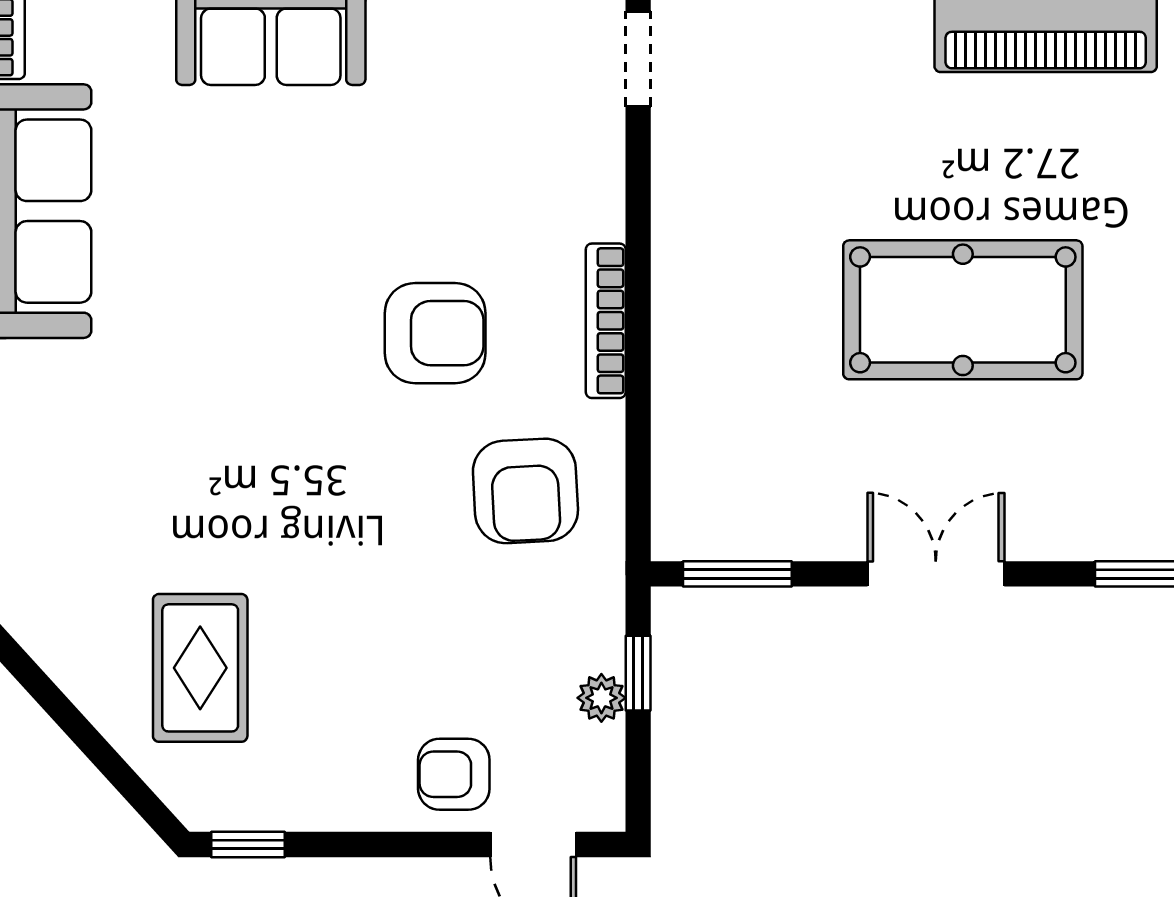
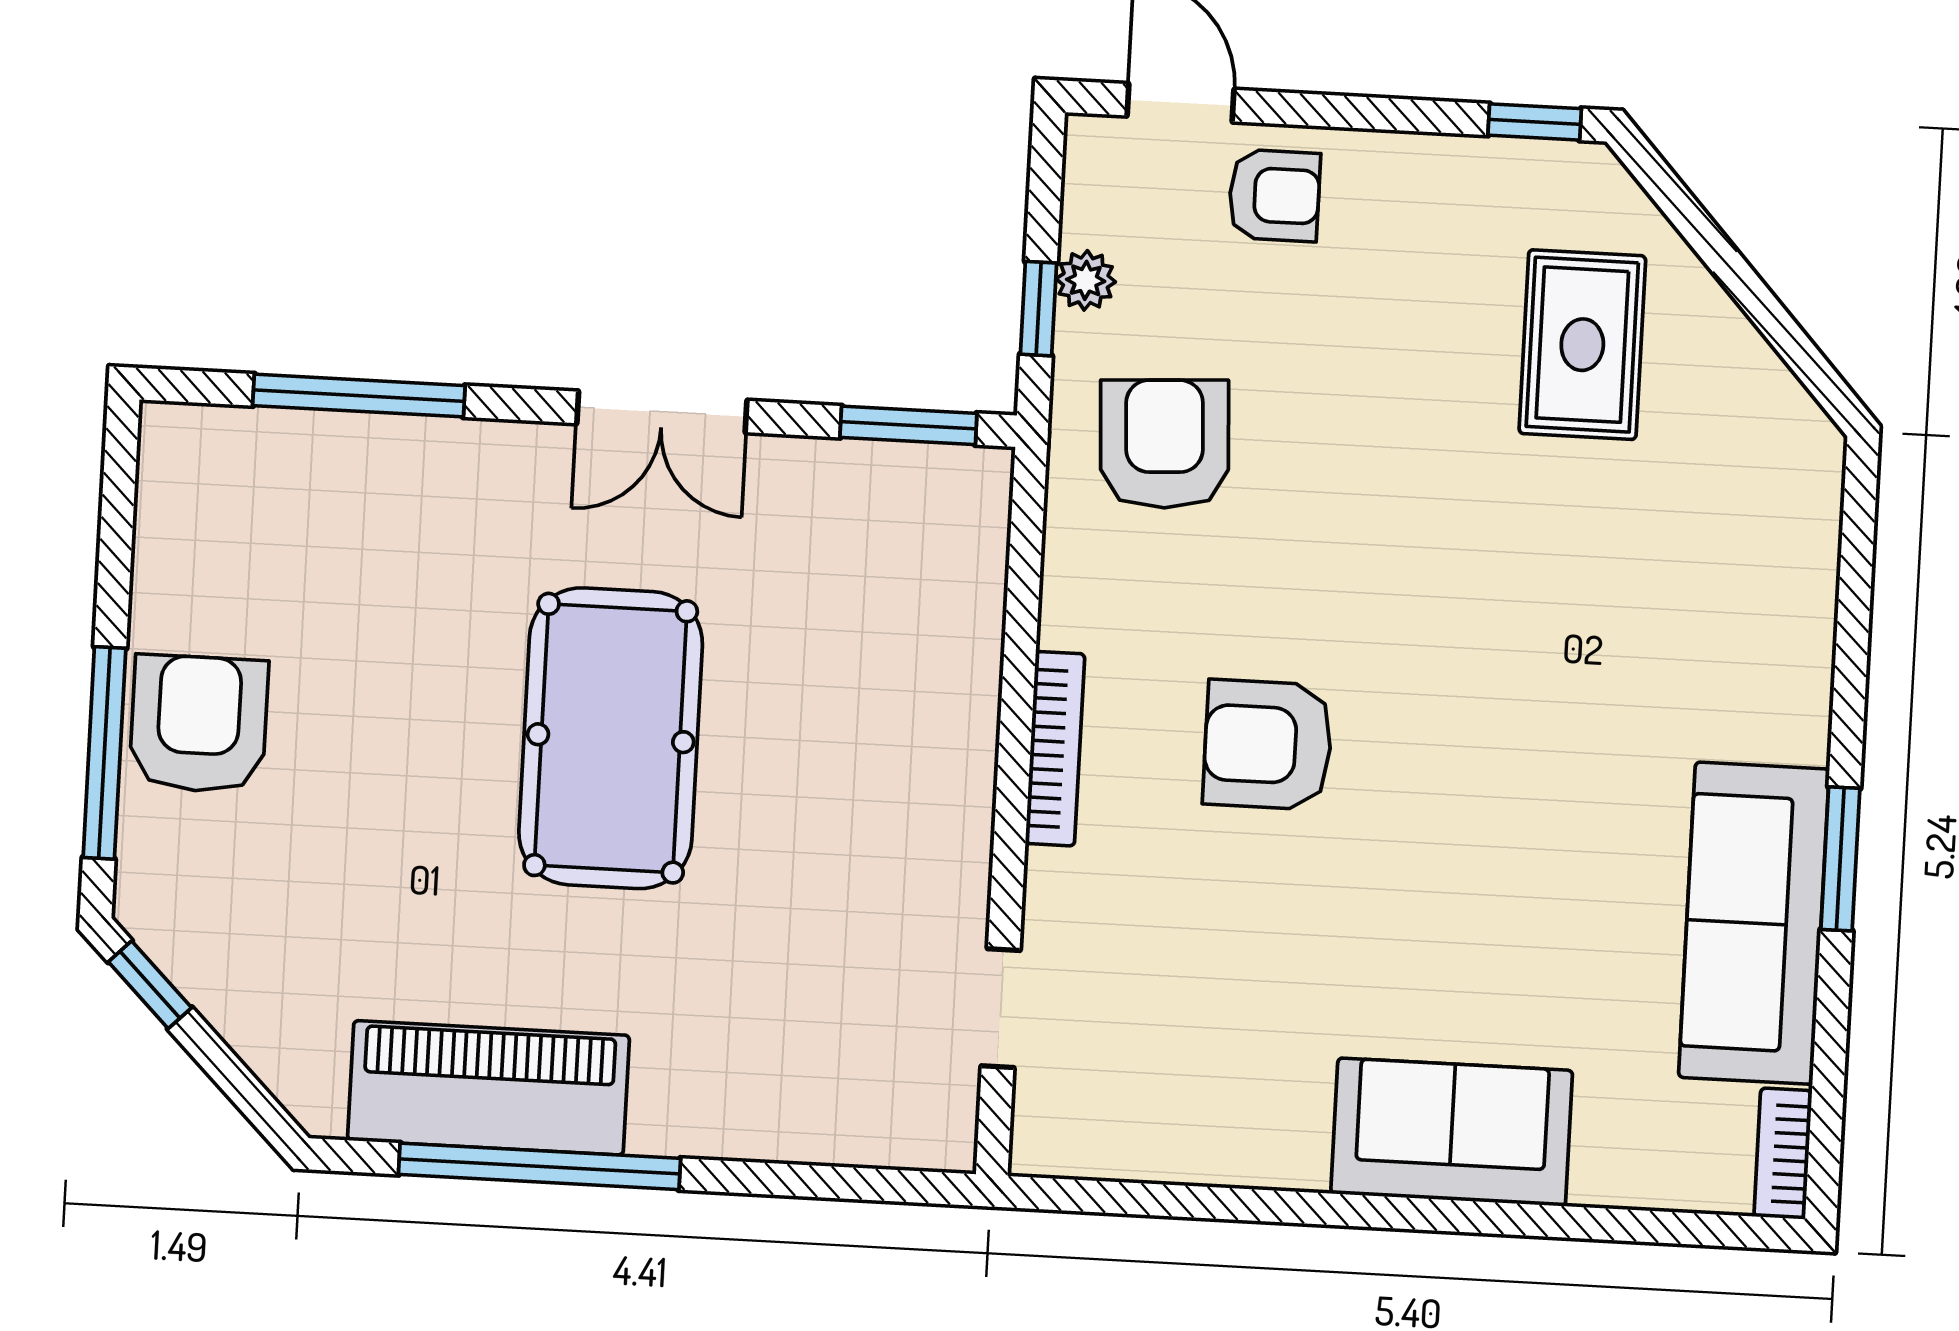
doorway: (638, 59) -> (1001, 1008), moved
pool table: (963, 310) -> (611, 738), turned 90
armchair: (525, 491) -> (1164, 444), moved

